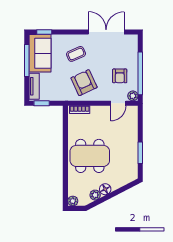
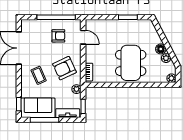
plant: (133, 96) -> (76, 89), moved

